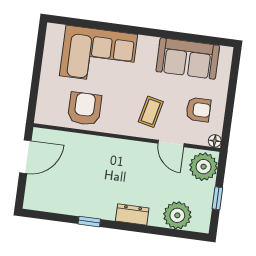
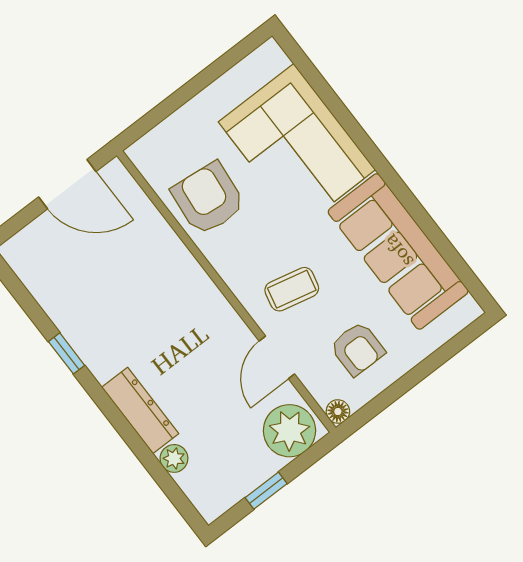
sofa: (188, 58) -> (398, 251), width x1.36
armchair: (85, 109) -> (208, 198), turned -84
dresser: (132, 215) -> (140, 410), width x1.44
plant: (177, 215) -> (174, 458), width x0.53, depth x0.53

